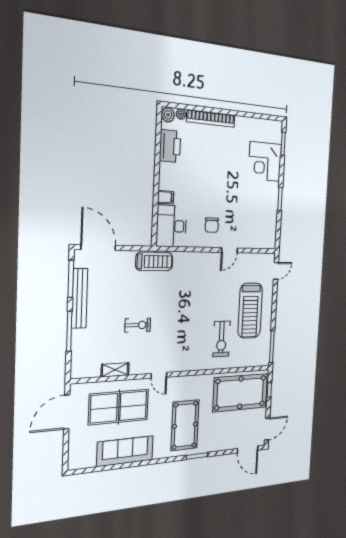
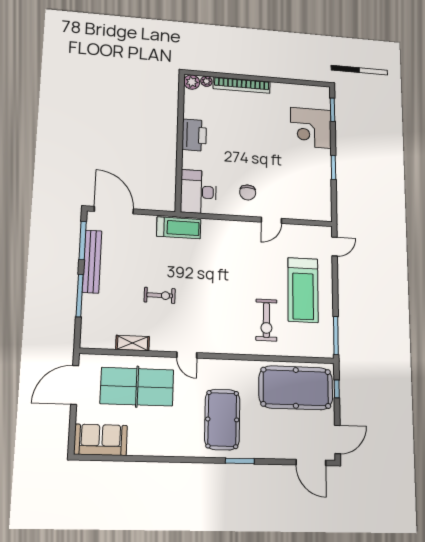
printer: (170, 146) -> (194, 135), moved
filing cabinet: (166, 197) -> (191, 162), removed
sofa: (125, 451) -> (101, 440), moved, width x0.73

